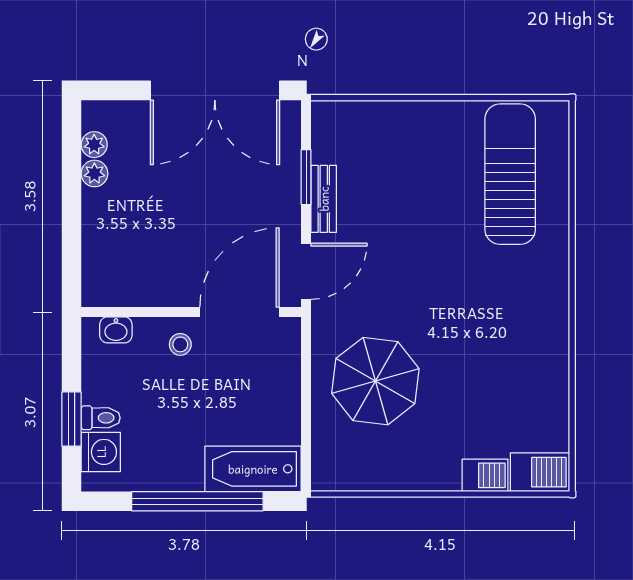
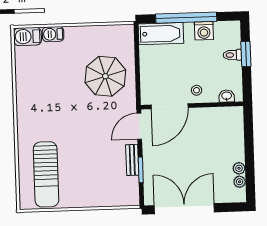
washing machine: (101, 452) -> (204, 31), moved, turned -90

